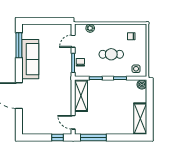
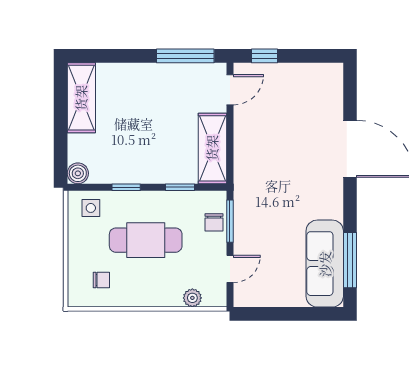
cafe table: (111, 54) -> (146, 240), width x1.37, depth x1.35
sofa: (30, 59) -> (325, 264), moved
door: (73, 122) -> (230, 90), hinge flipped

